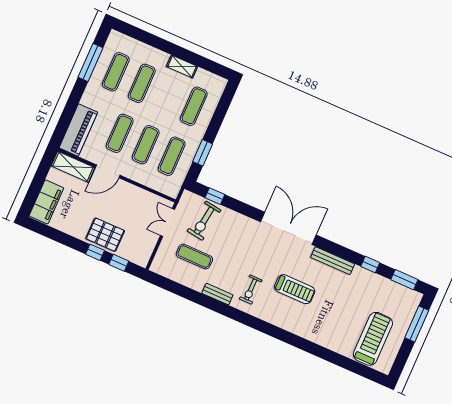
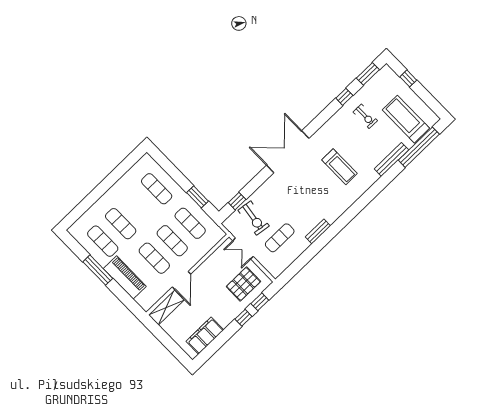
window: (90, 63) -> (98, 270), moved
shelving: (182, 67) -> (120, 185), removed
piano: (78, 130) -> (125, 277), moved
filing cabinet: (46, 202) -> (205, 336), moved, turned -90
pallet: (105, 235) -> (243, 284), moved
bench: (333, 261) -> (391, 159), moved
treadmill: (295, 289) -> (339, 167), turned 90
exercise bike: (251, 290) -> (365, 116), moved
window: (417, 324) -> (408, 78), width x0.46
window: (349, 364) -> (419, 147), added

